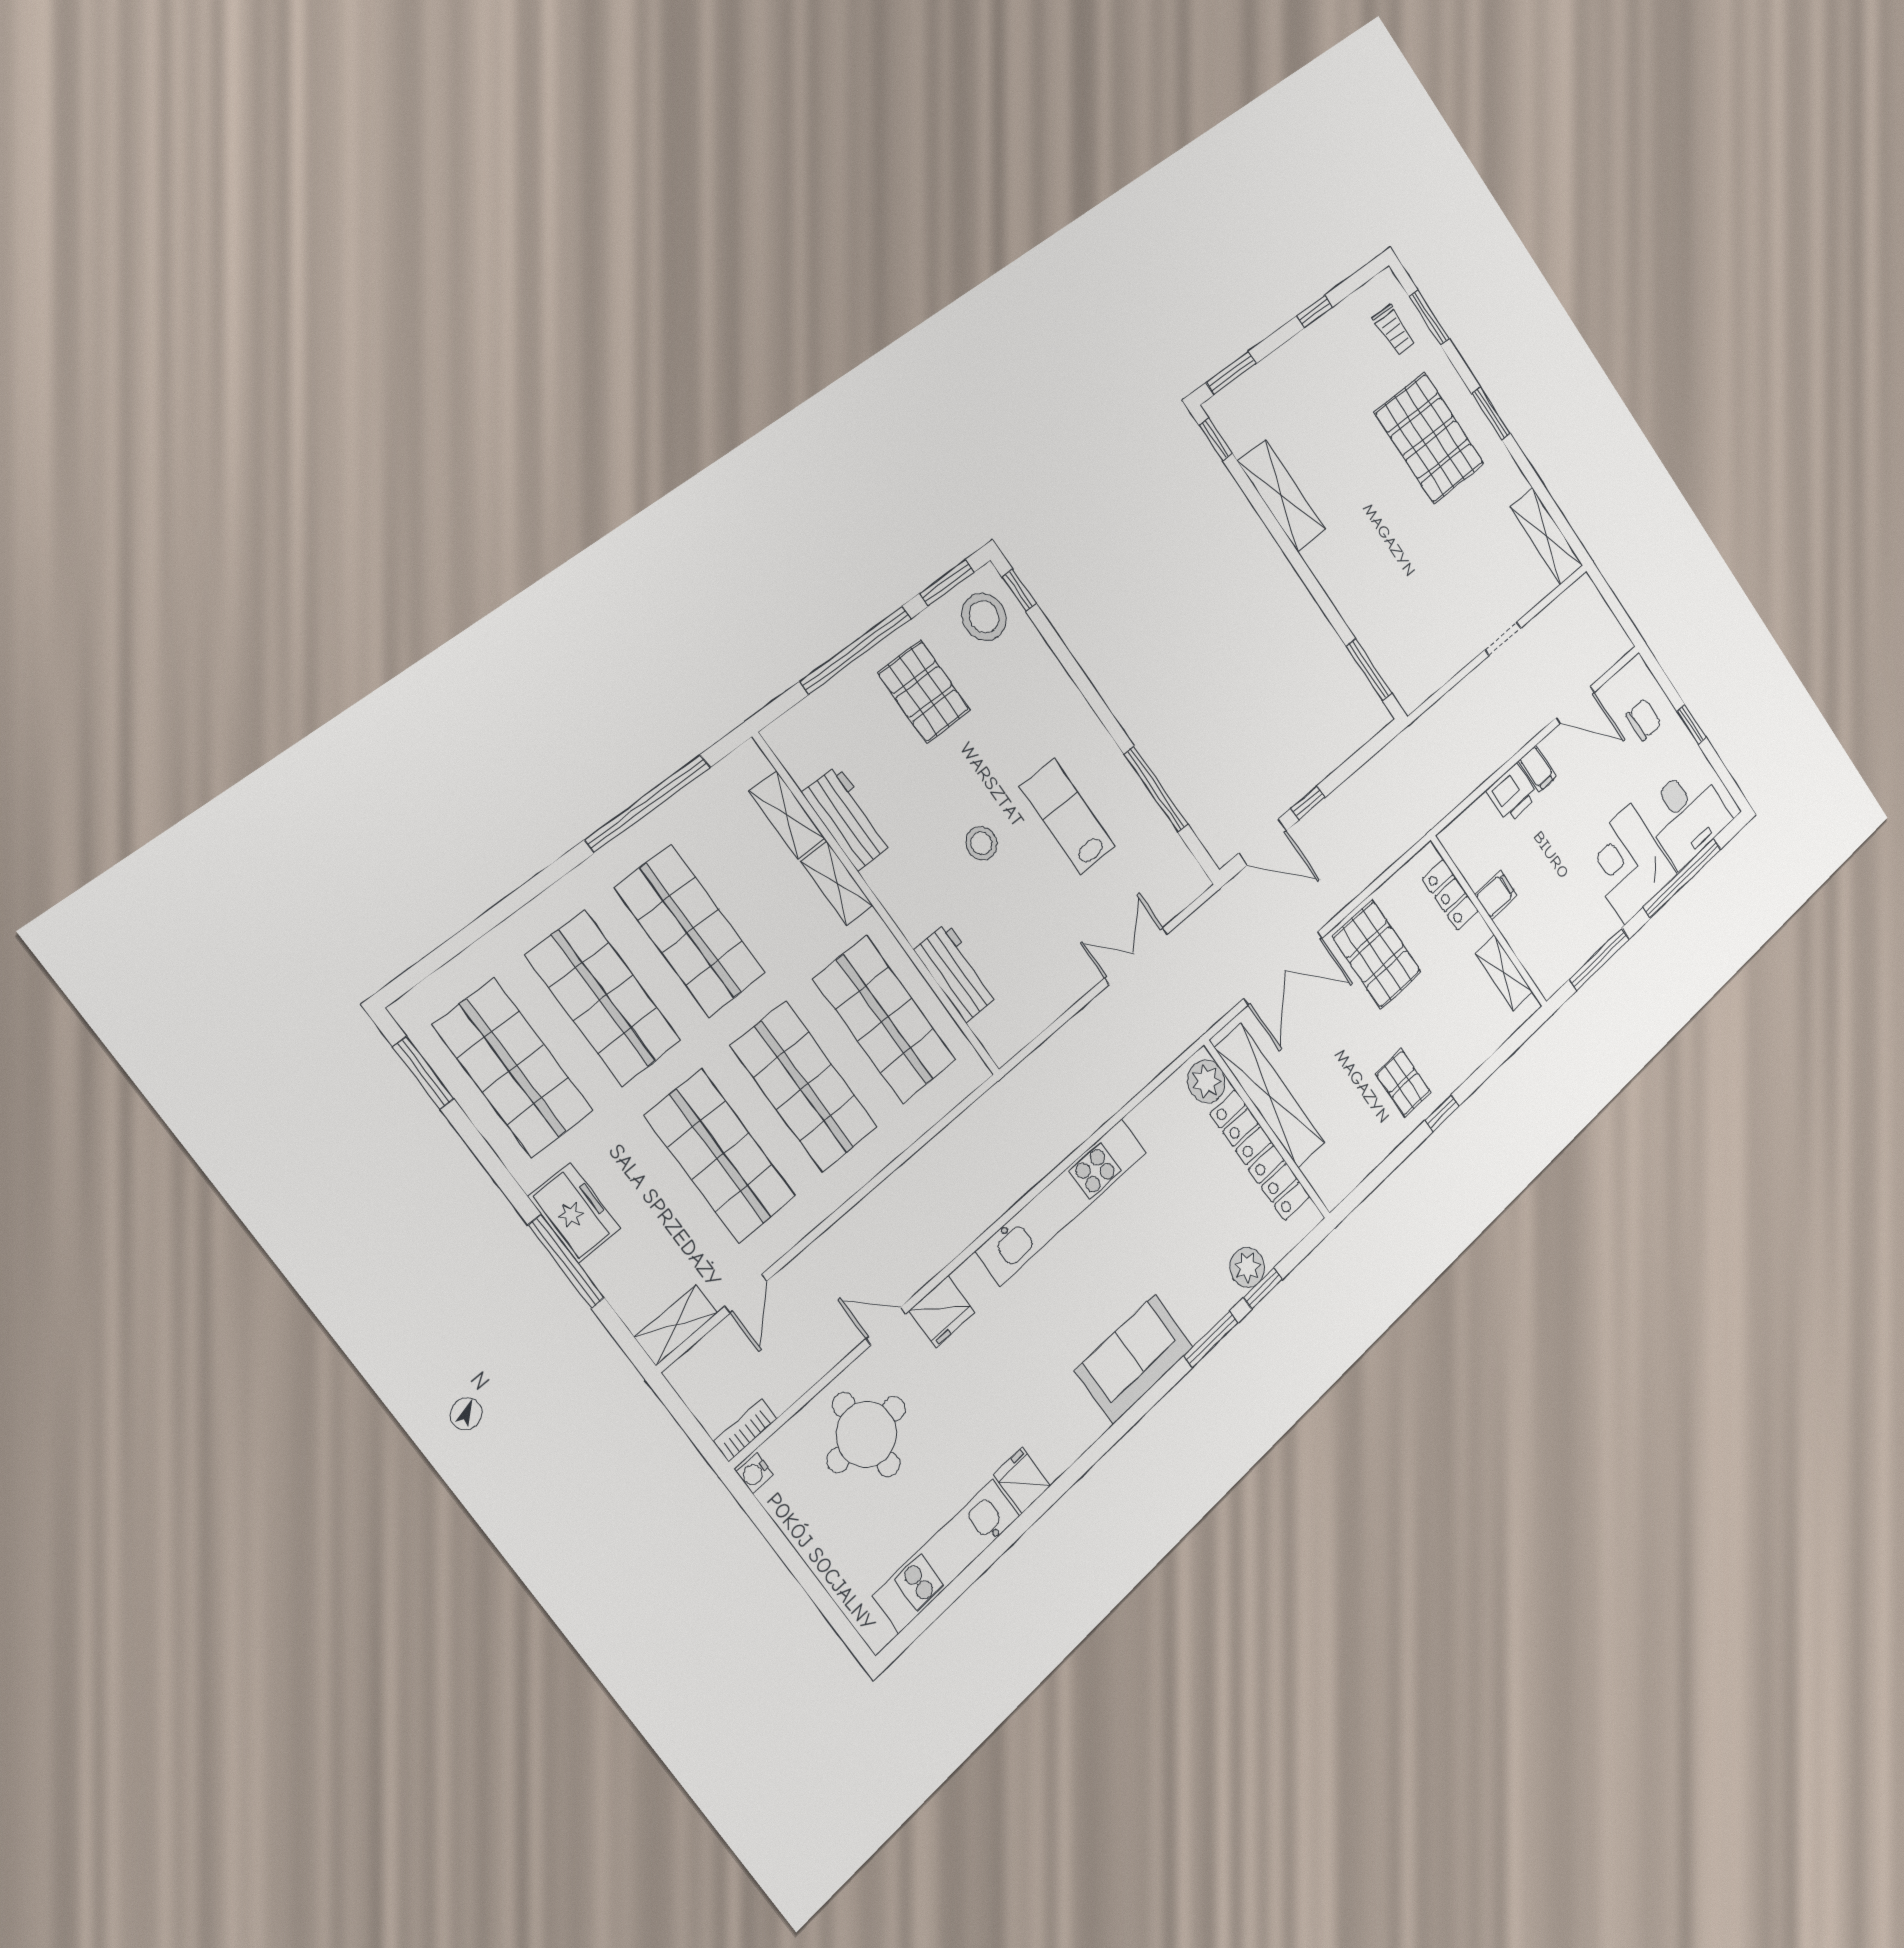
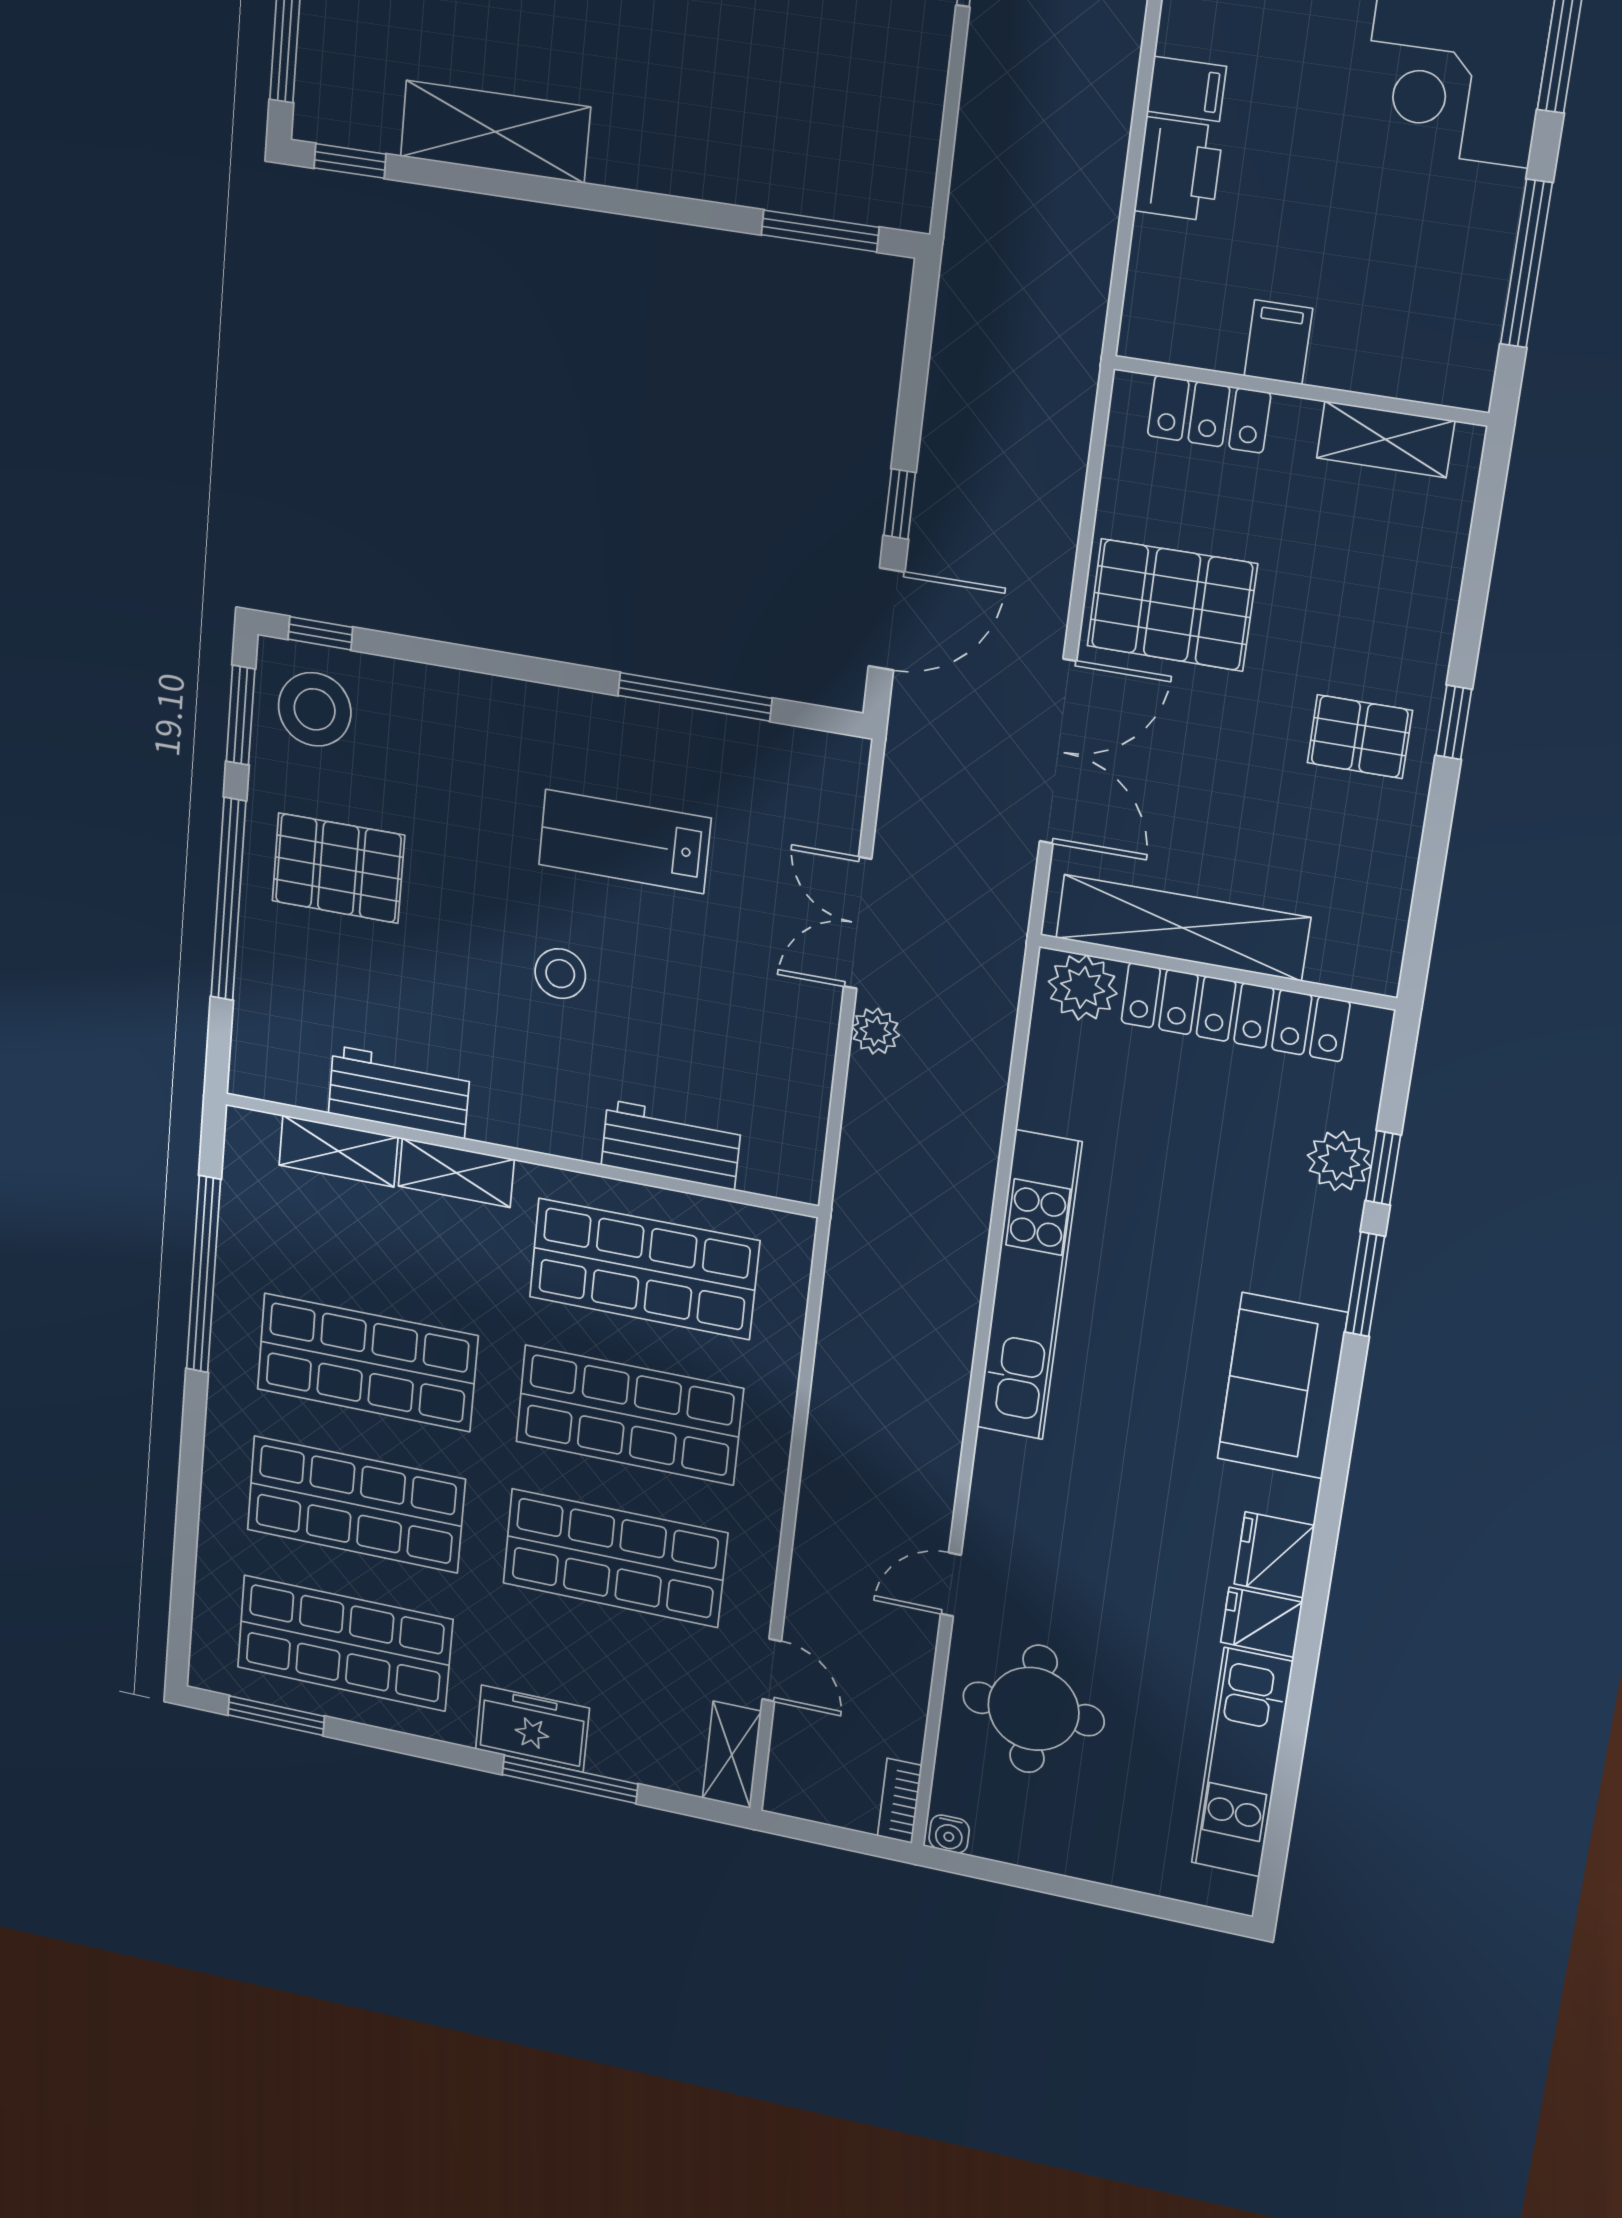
plant: (1100, 1012) -> (876, 1031), added
fridge: (942, 1311) -> (1274, 1555), moved, turned 180

